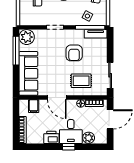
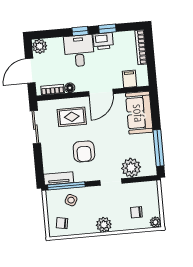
plant: (27, 37) -> (131, 168), moved
armchair: (74, 53) -> (84, 151), turned 180
sofa: (28, 73) -> (139, 113), width x0.73
door: (57, 97) -> (101, 93), swing flipped
plant: (89, 138) -> (40, 46), moved
window: (47, 147) -> (107, 29), added

